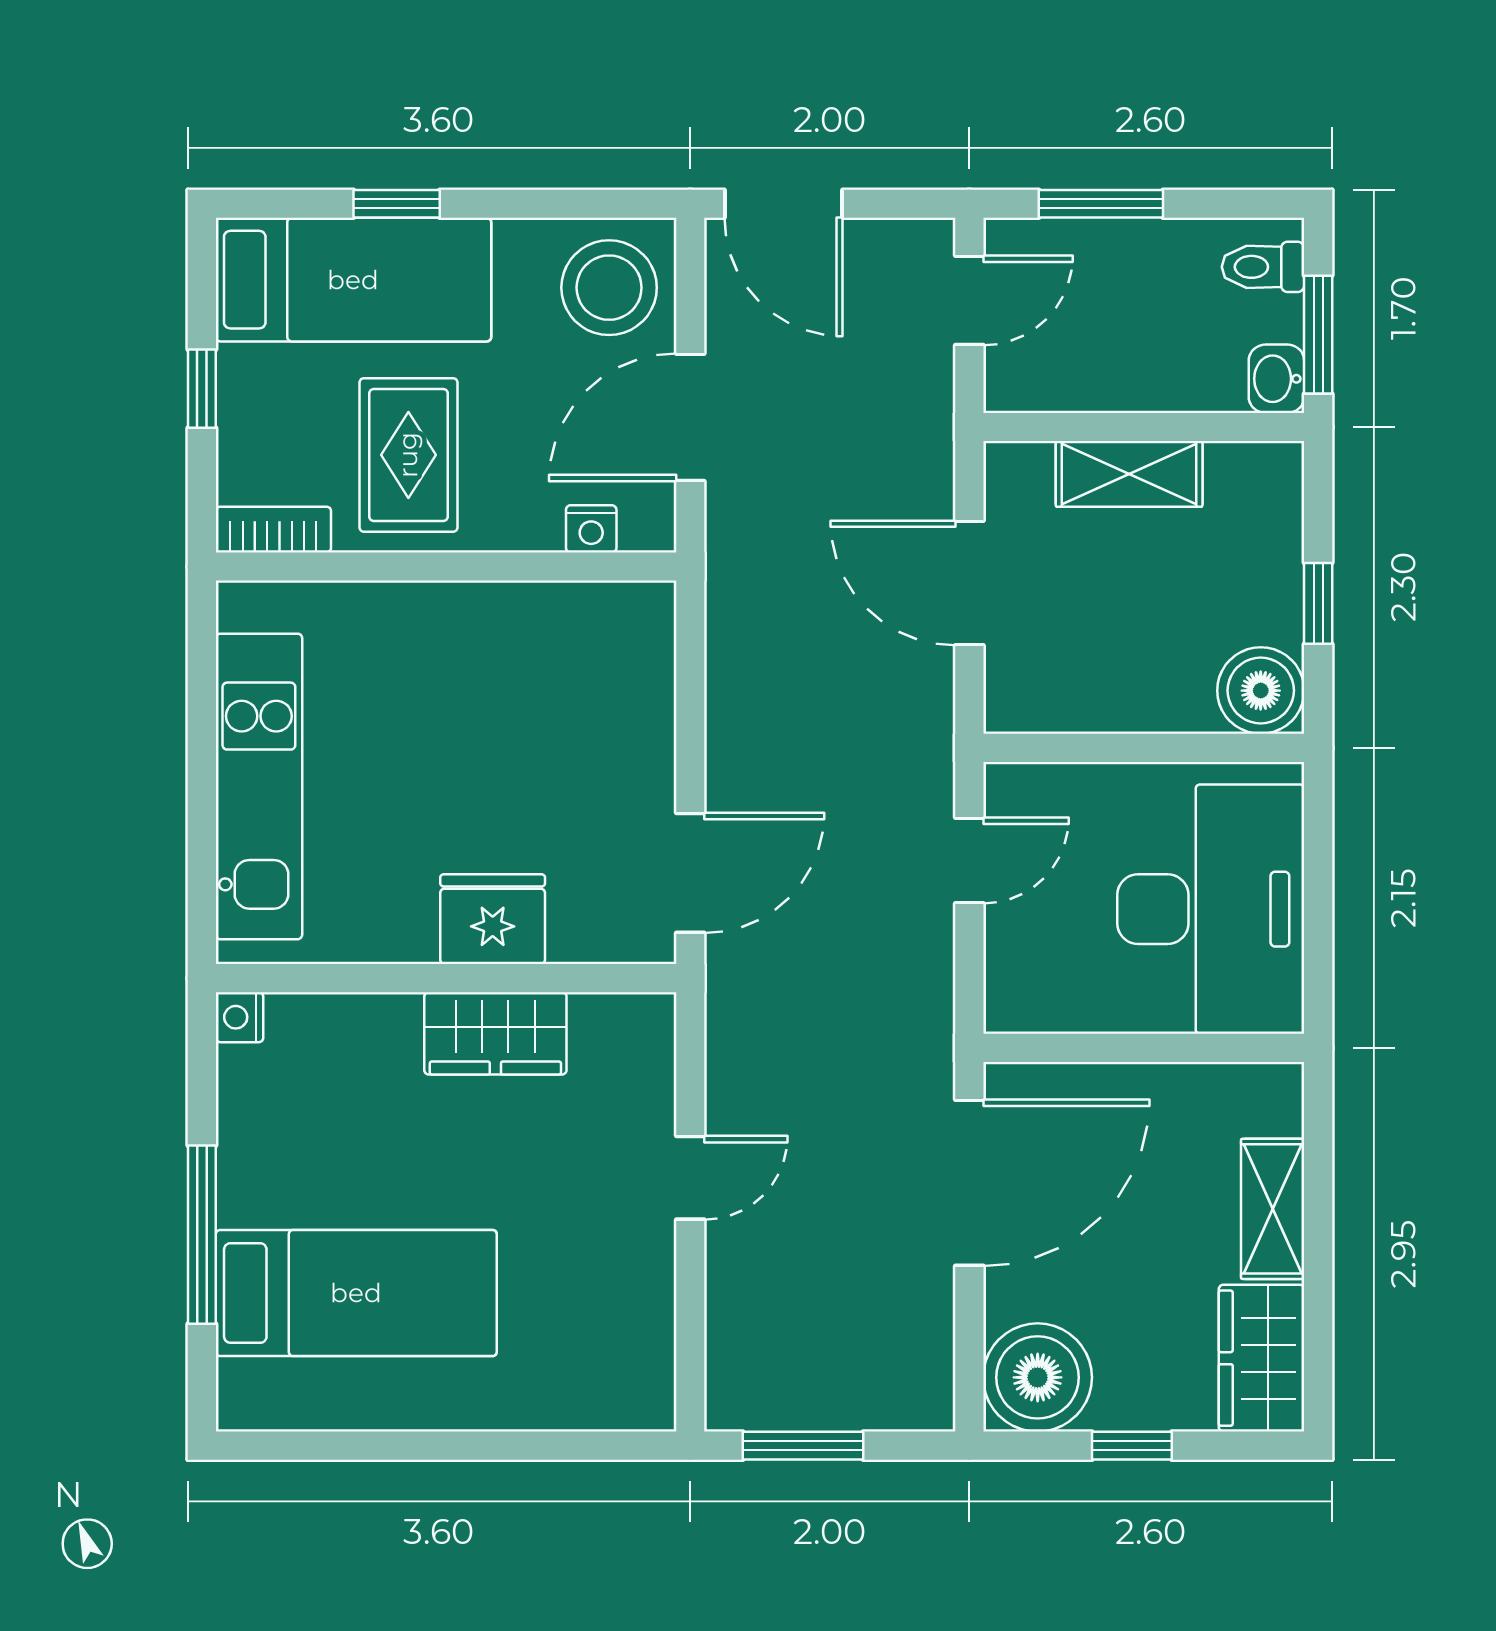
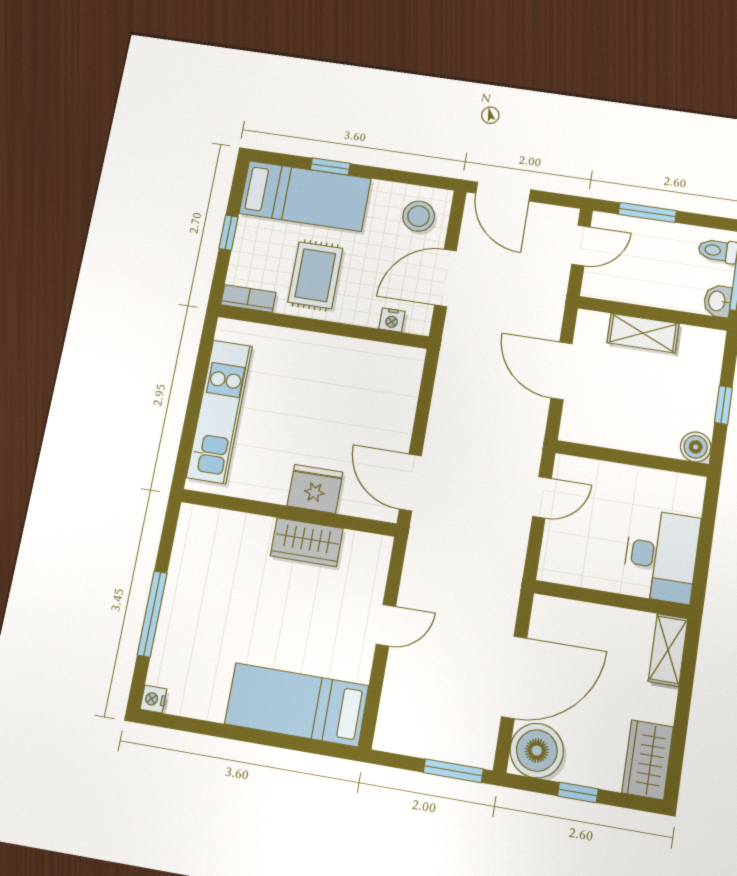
stool: (609, 288) -> (419, 216), width x0.73, depth x0.73
boiler: (1261, 691) -> (696, 447), width x0.73, depth x0.73
door: (690, 873) -> (410, 482), swing flipped
desk: (1211, 909) -> (661, 556), width x0.73, depth x0.77
nightstand: (239, 1017) -> (153, 699), moved
door: (969, 1183) -> (514, 677), moved
shelving: (1273, 1209) -> (668, 650), moved
bed: (356, 1293) -> (297, 705), moved, turned 180
window: (803, 1446) -> (453, 771), moved

